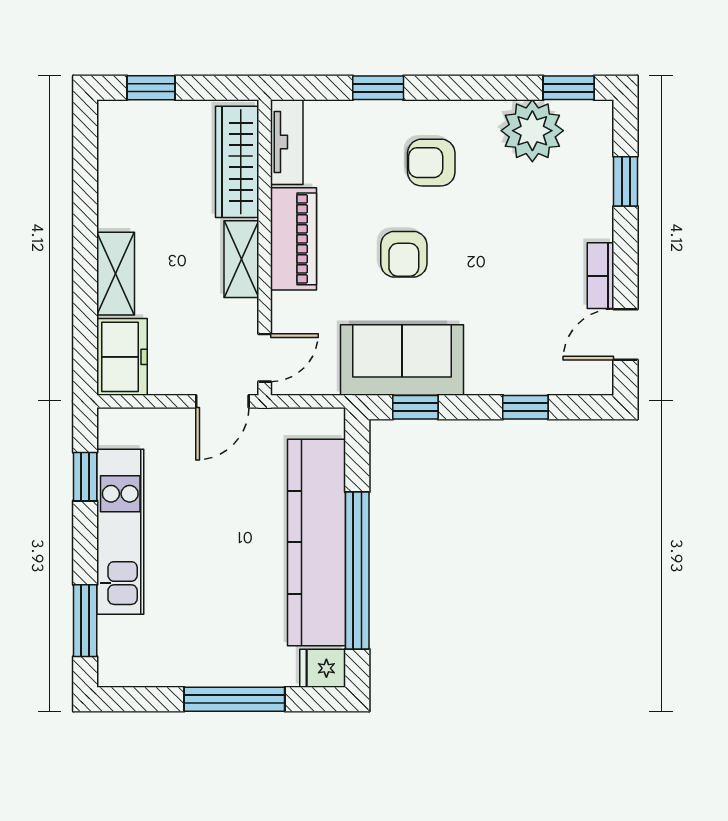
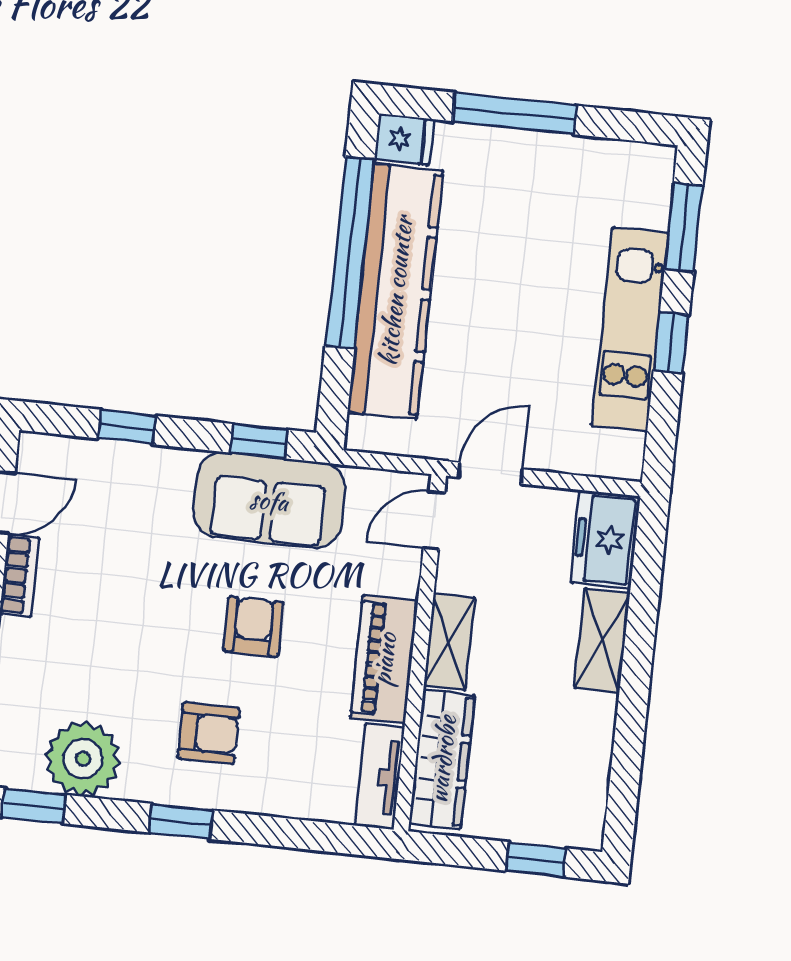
window: (378, 88) -> (181, 821), moved
window: (85, 477) -> (671, 343), moved

